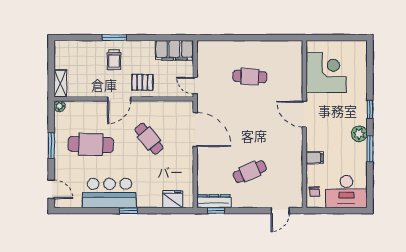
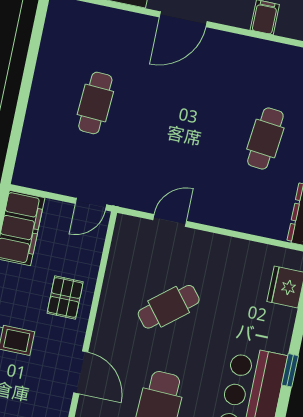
door: (119, 99) -> (81, 372), moved
door: (195, 130) -> (170, 221), width x0.53
cafe table: (250, 172) -> (265, 139), turned 30

